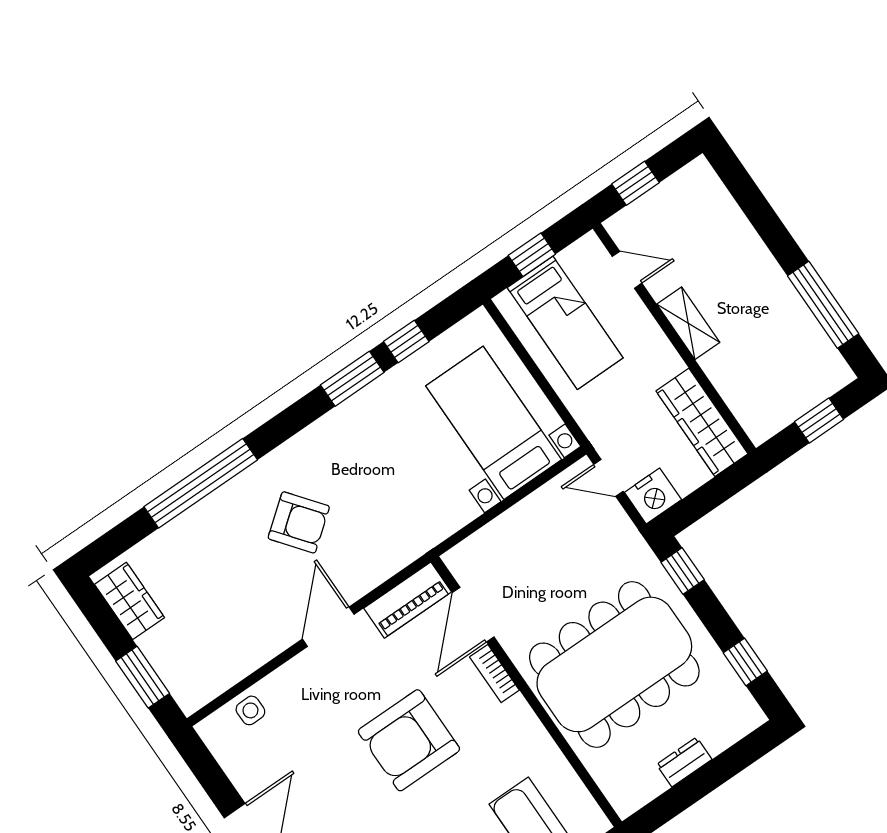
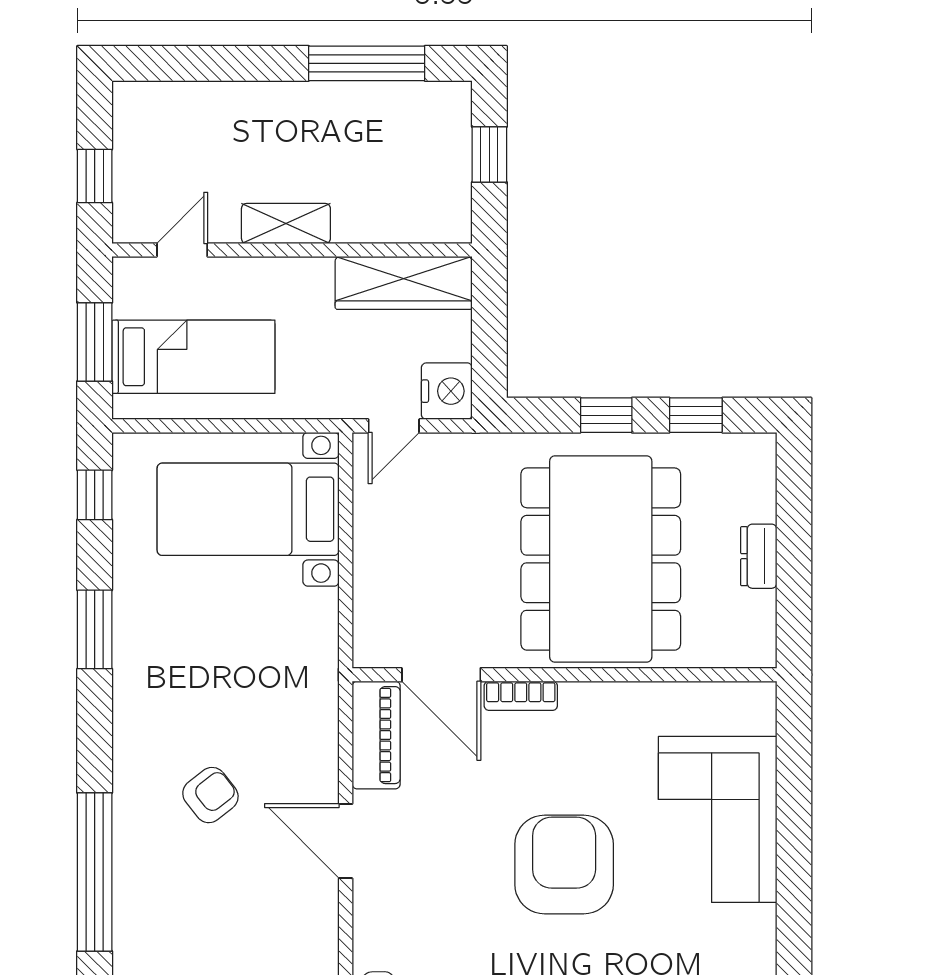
window: (532, 255) -> (95, 342), width x1.50
window: (406, 341) -> (95, 495), moved
armchair: (299, 522) -> (210, 795), width x0.72, depth x0.72
window: (683, 571) -> (606, 415), moved
armchair: (409, 740) -> (564, 864), moved, turned 180

